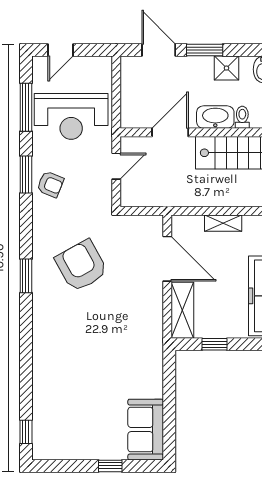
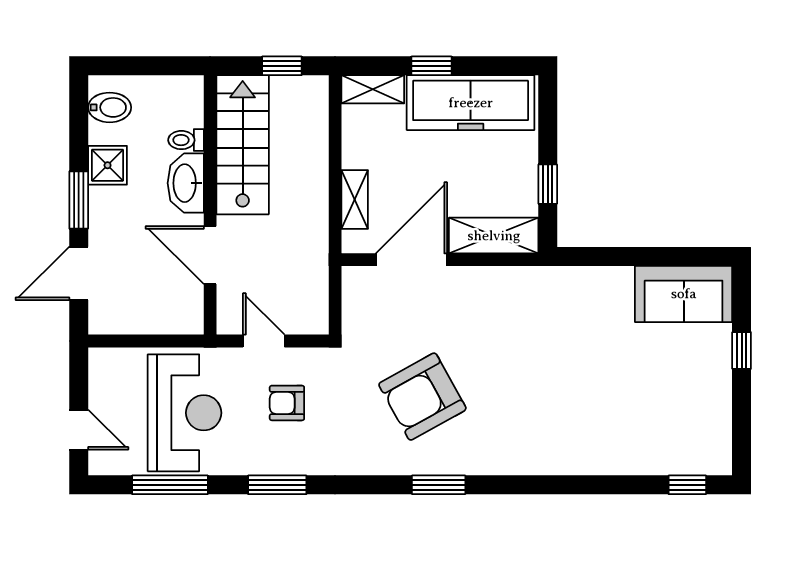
armchair: (50, 184) -> (287, 403), moved, turned -112
shelving: (223, 223) -> (355, 200), moved

